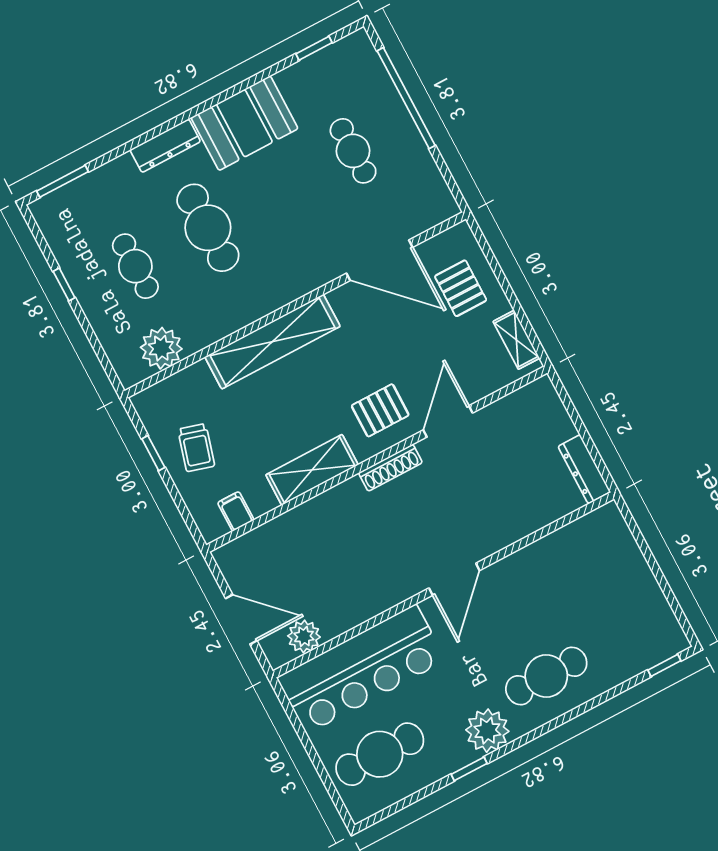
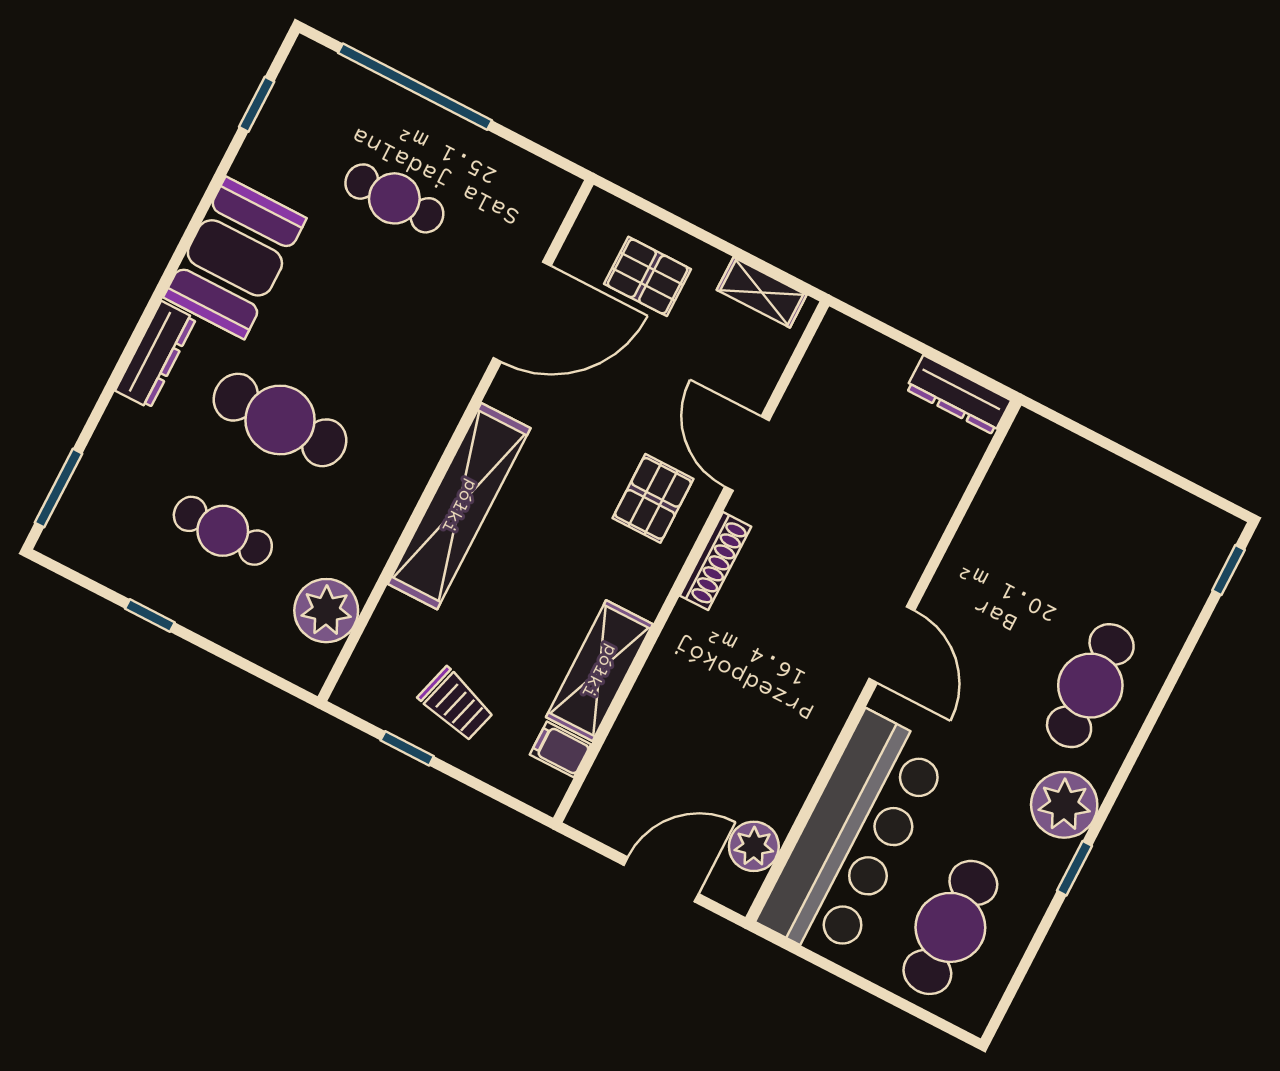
shelving: (312, 470) -> (599, 671), moved

